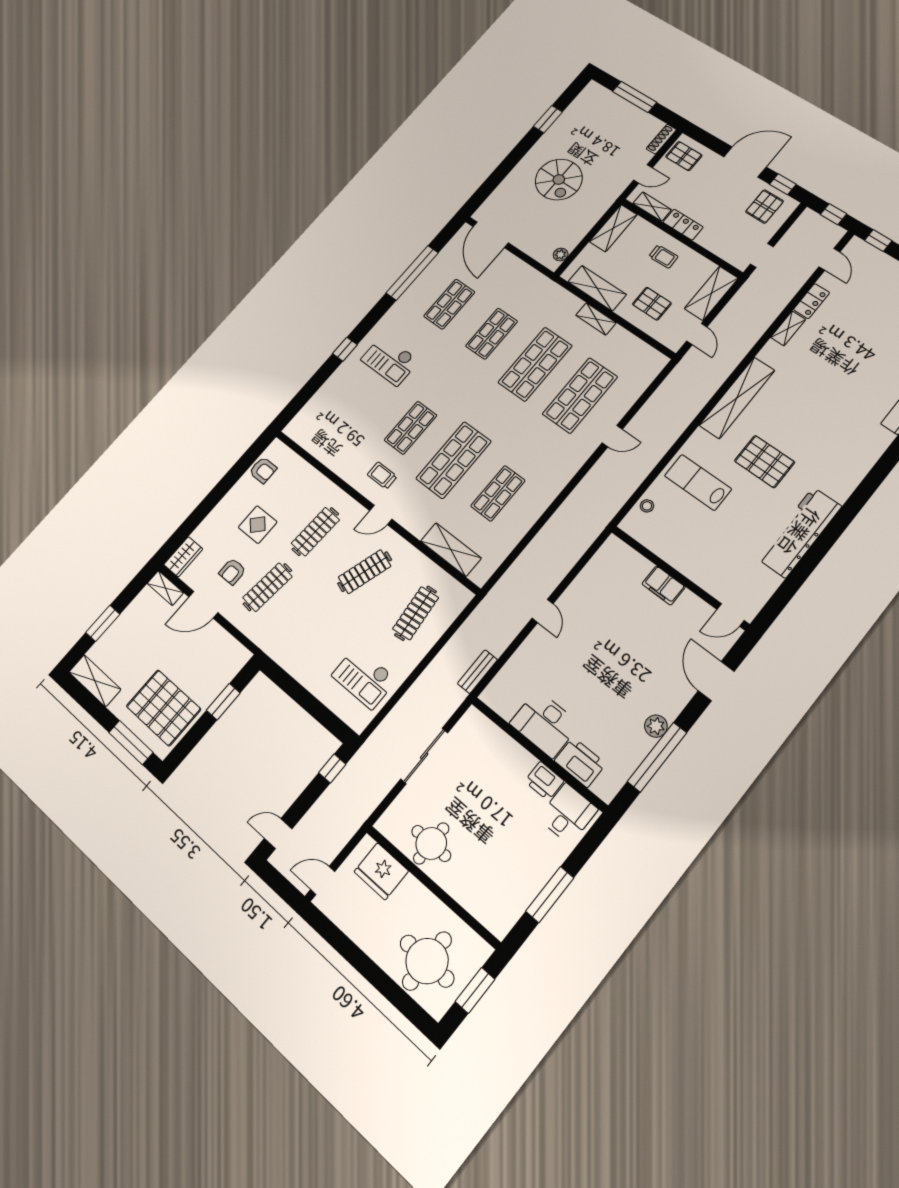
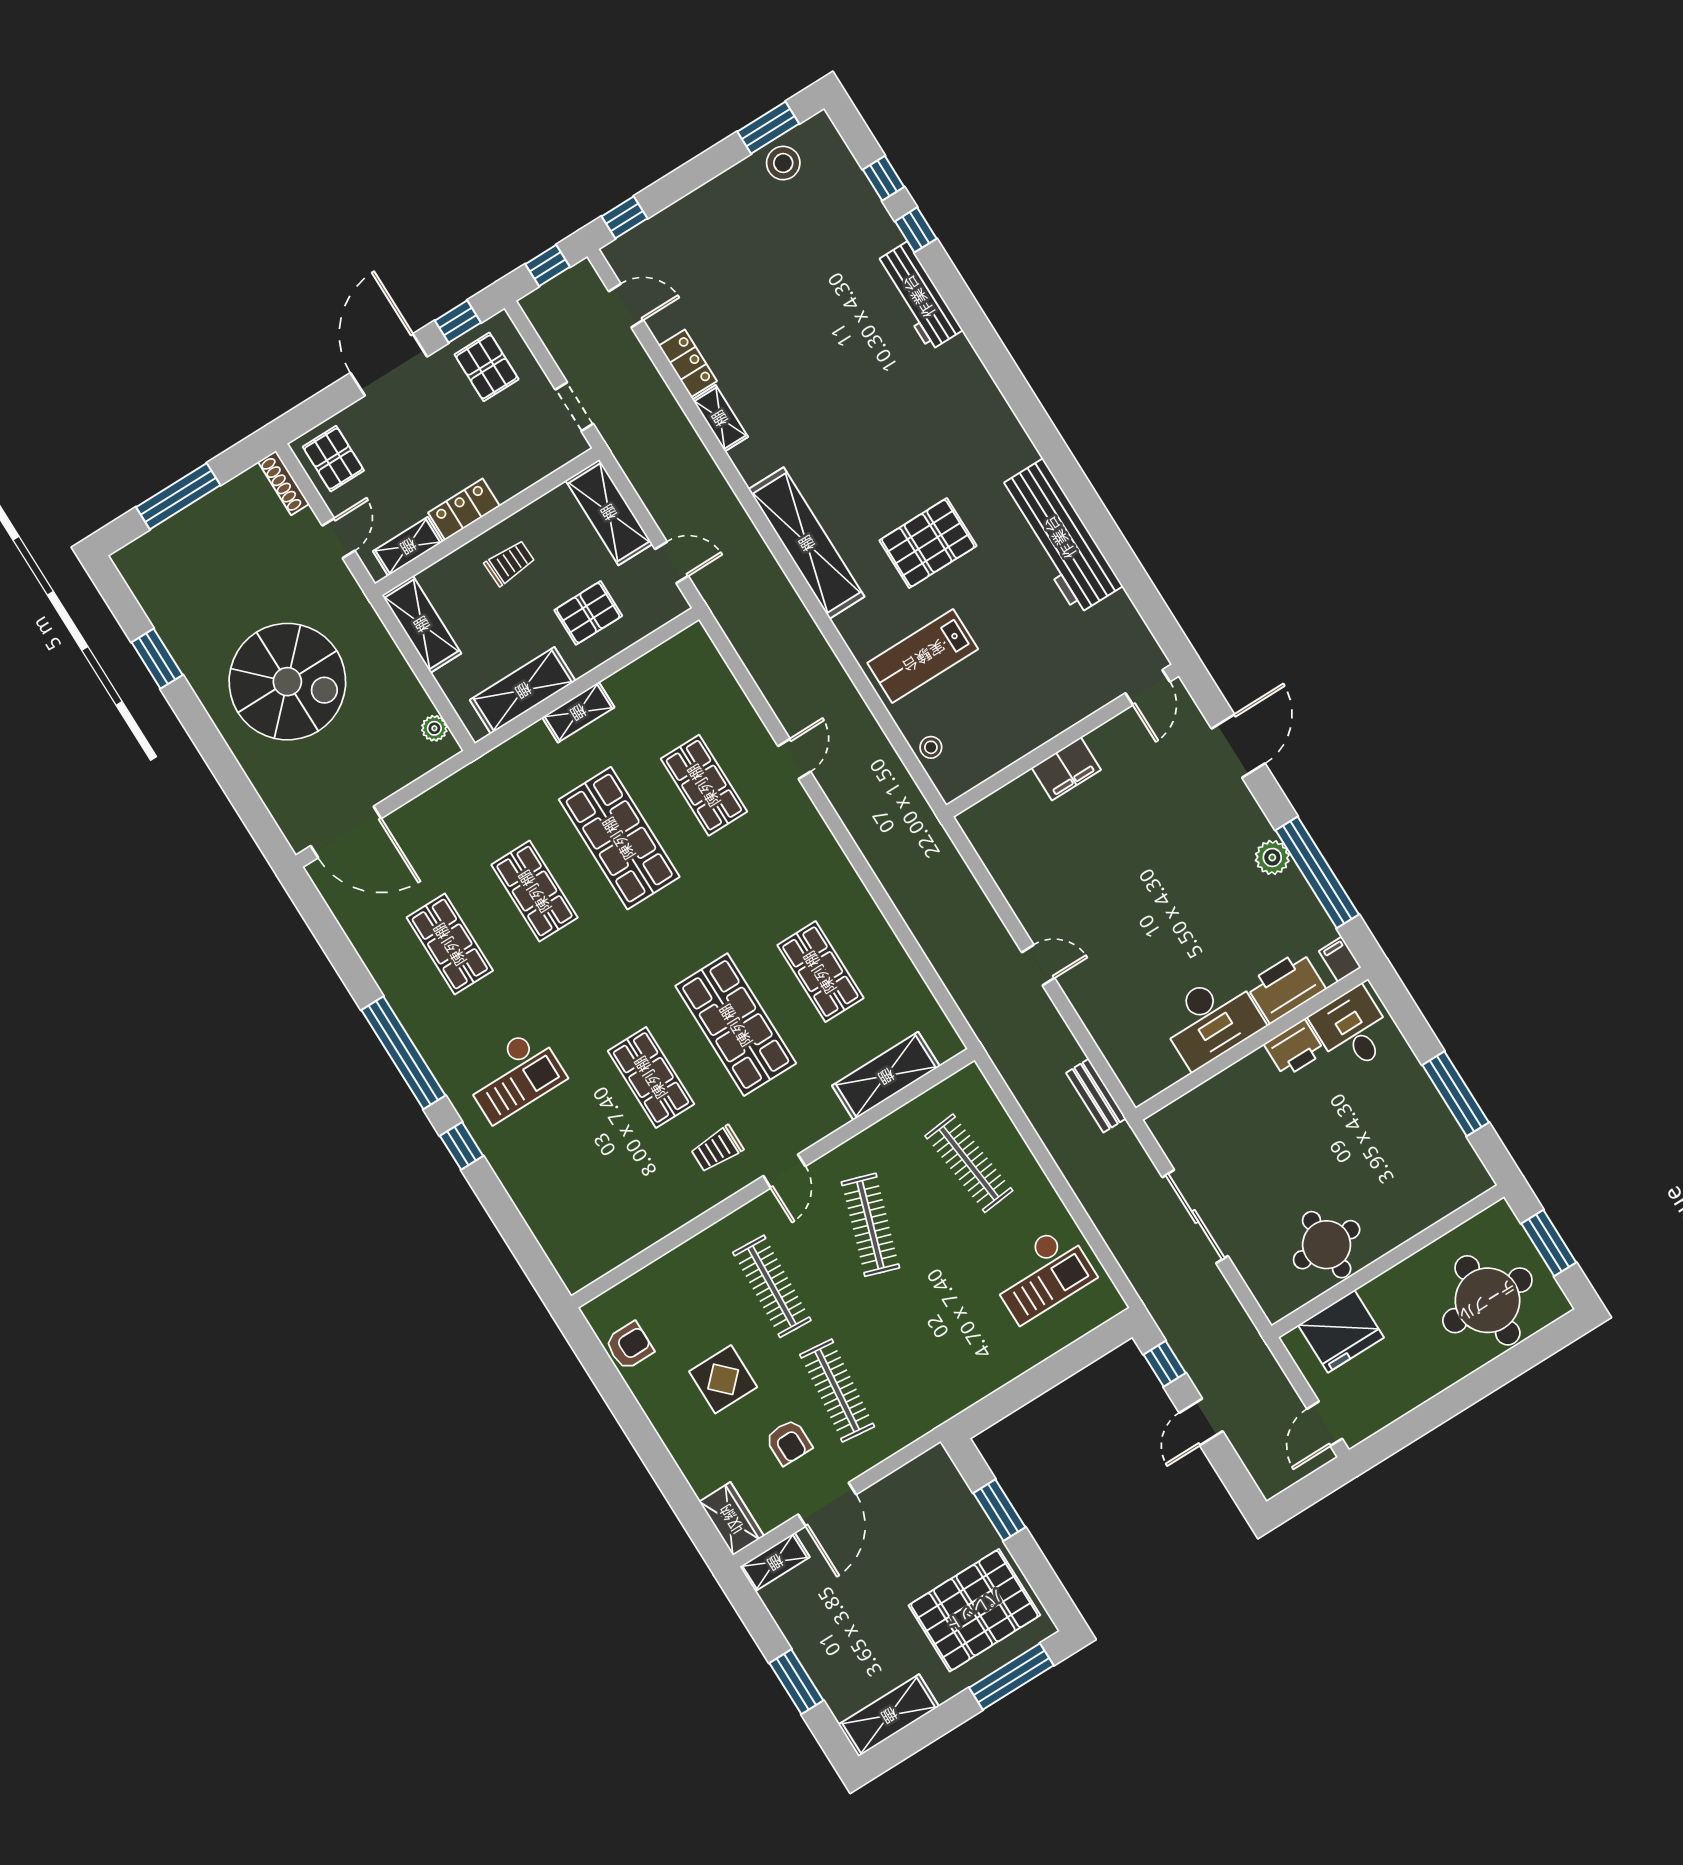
pallet: (684, 156) -> (333, 459), turned 90
spiral stairs: (559, 180) -> (287, 682), width x1.37, depth x1.37
window: (412, 273) -> (403, 1053), moved
shop shelf: (580, 395) -> (704, 785), width x0.70, depth x0.74
door: (716, 681) -> (1238, 746), swing flipped
filing cabinet: (609, 790) -> (1340, 959), added
door: (278, 834) -> (1201, 1422), moved

